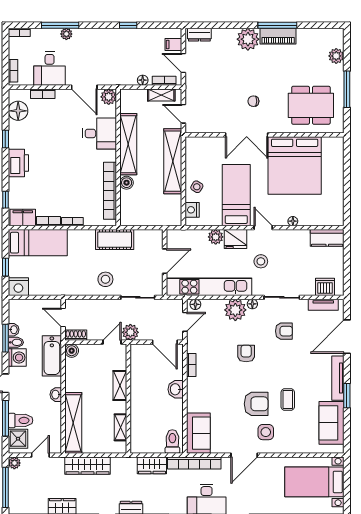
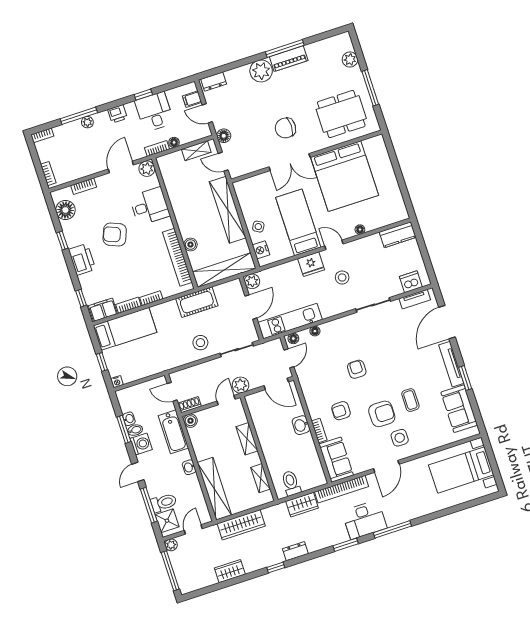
printer: (98, 35) -> (118, 114), added
desk: (50, 69) -> (154, 112), moved, turned 180
bookcase: (164, 81) -> (157, 149), moved
door: (84, 87) -> (121, 167), swing flipped
floor lamp: (192, 89) -> (224, 136), added
chair: (253, 101) -> (285, 128), width x1.87, depth x1.87
shelving: (128, 144) -> (224, 270), moved, turned 90
armchair: (57, 150) -> (115, 235), added
plant: (216, 237) -> (252, 281), moved
nightstand: (18, 287) -> (117, 382), width x0.53, depth x0.56
kitchen unit: (209, 287) -> (290, 321), width x0.73
floor lamp: (252, 304) -> (315, 331), moved
plant: (235, 310) -> (333, 331), removed
armchair: (284, 331) -> (341, 411), moved, turned 180
bookcase: (191, 365) -> (319, 430), moved
toilet: (172, 441) -> (291, 483), moved

